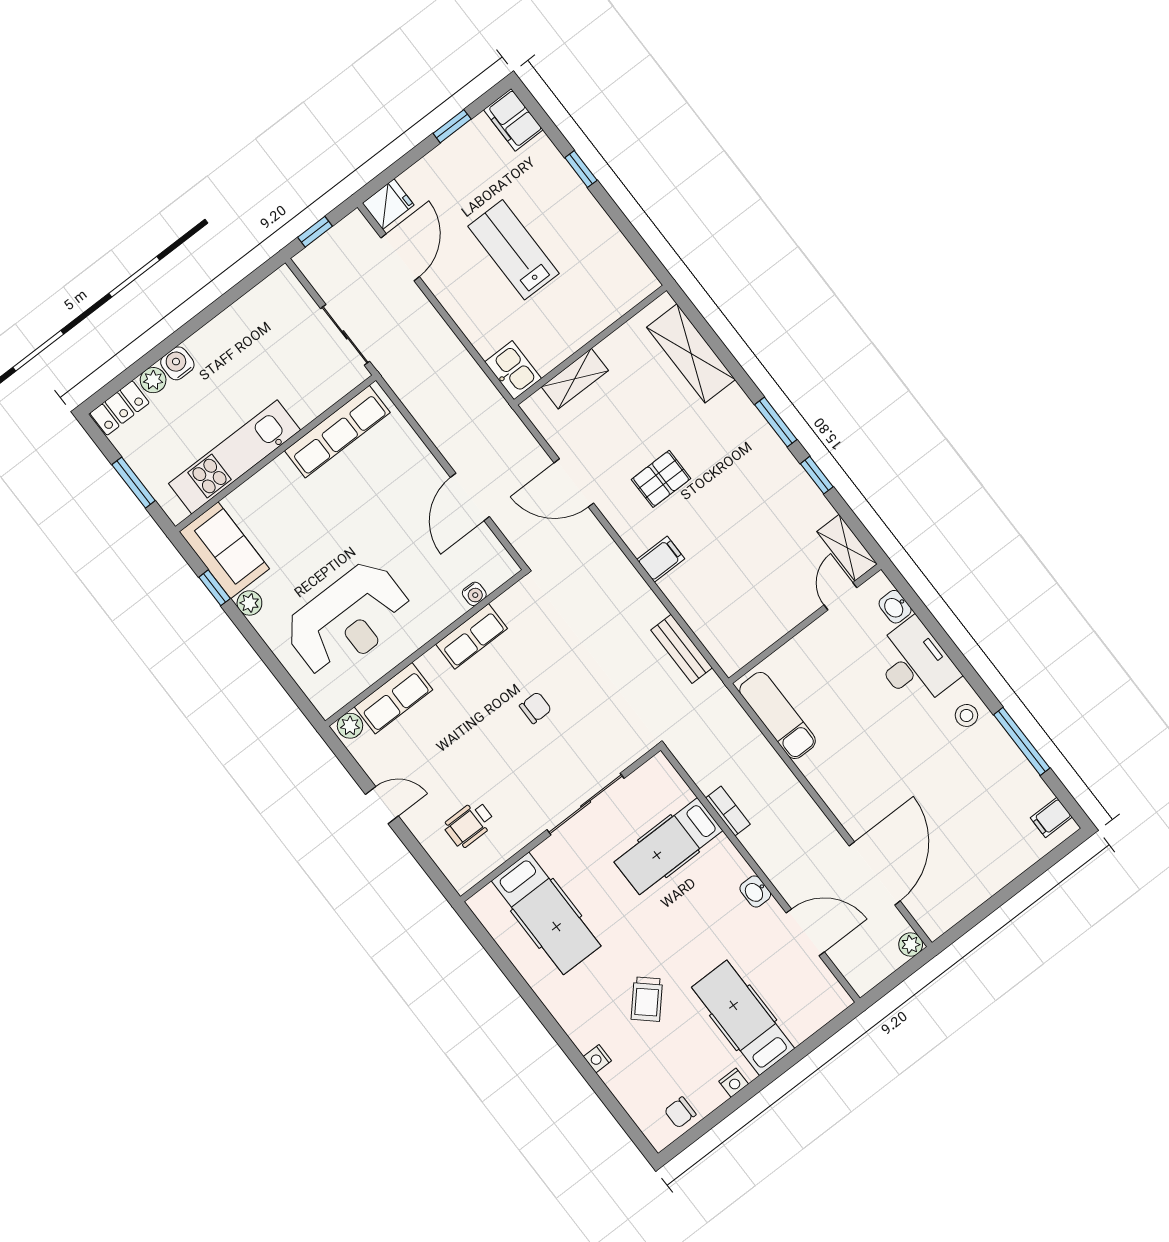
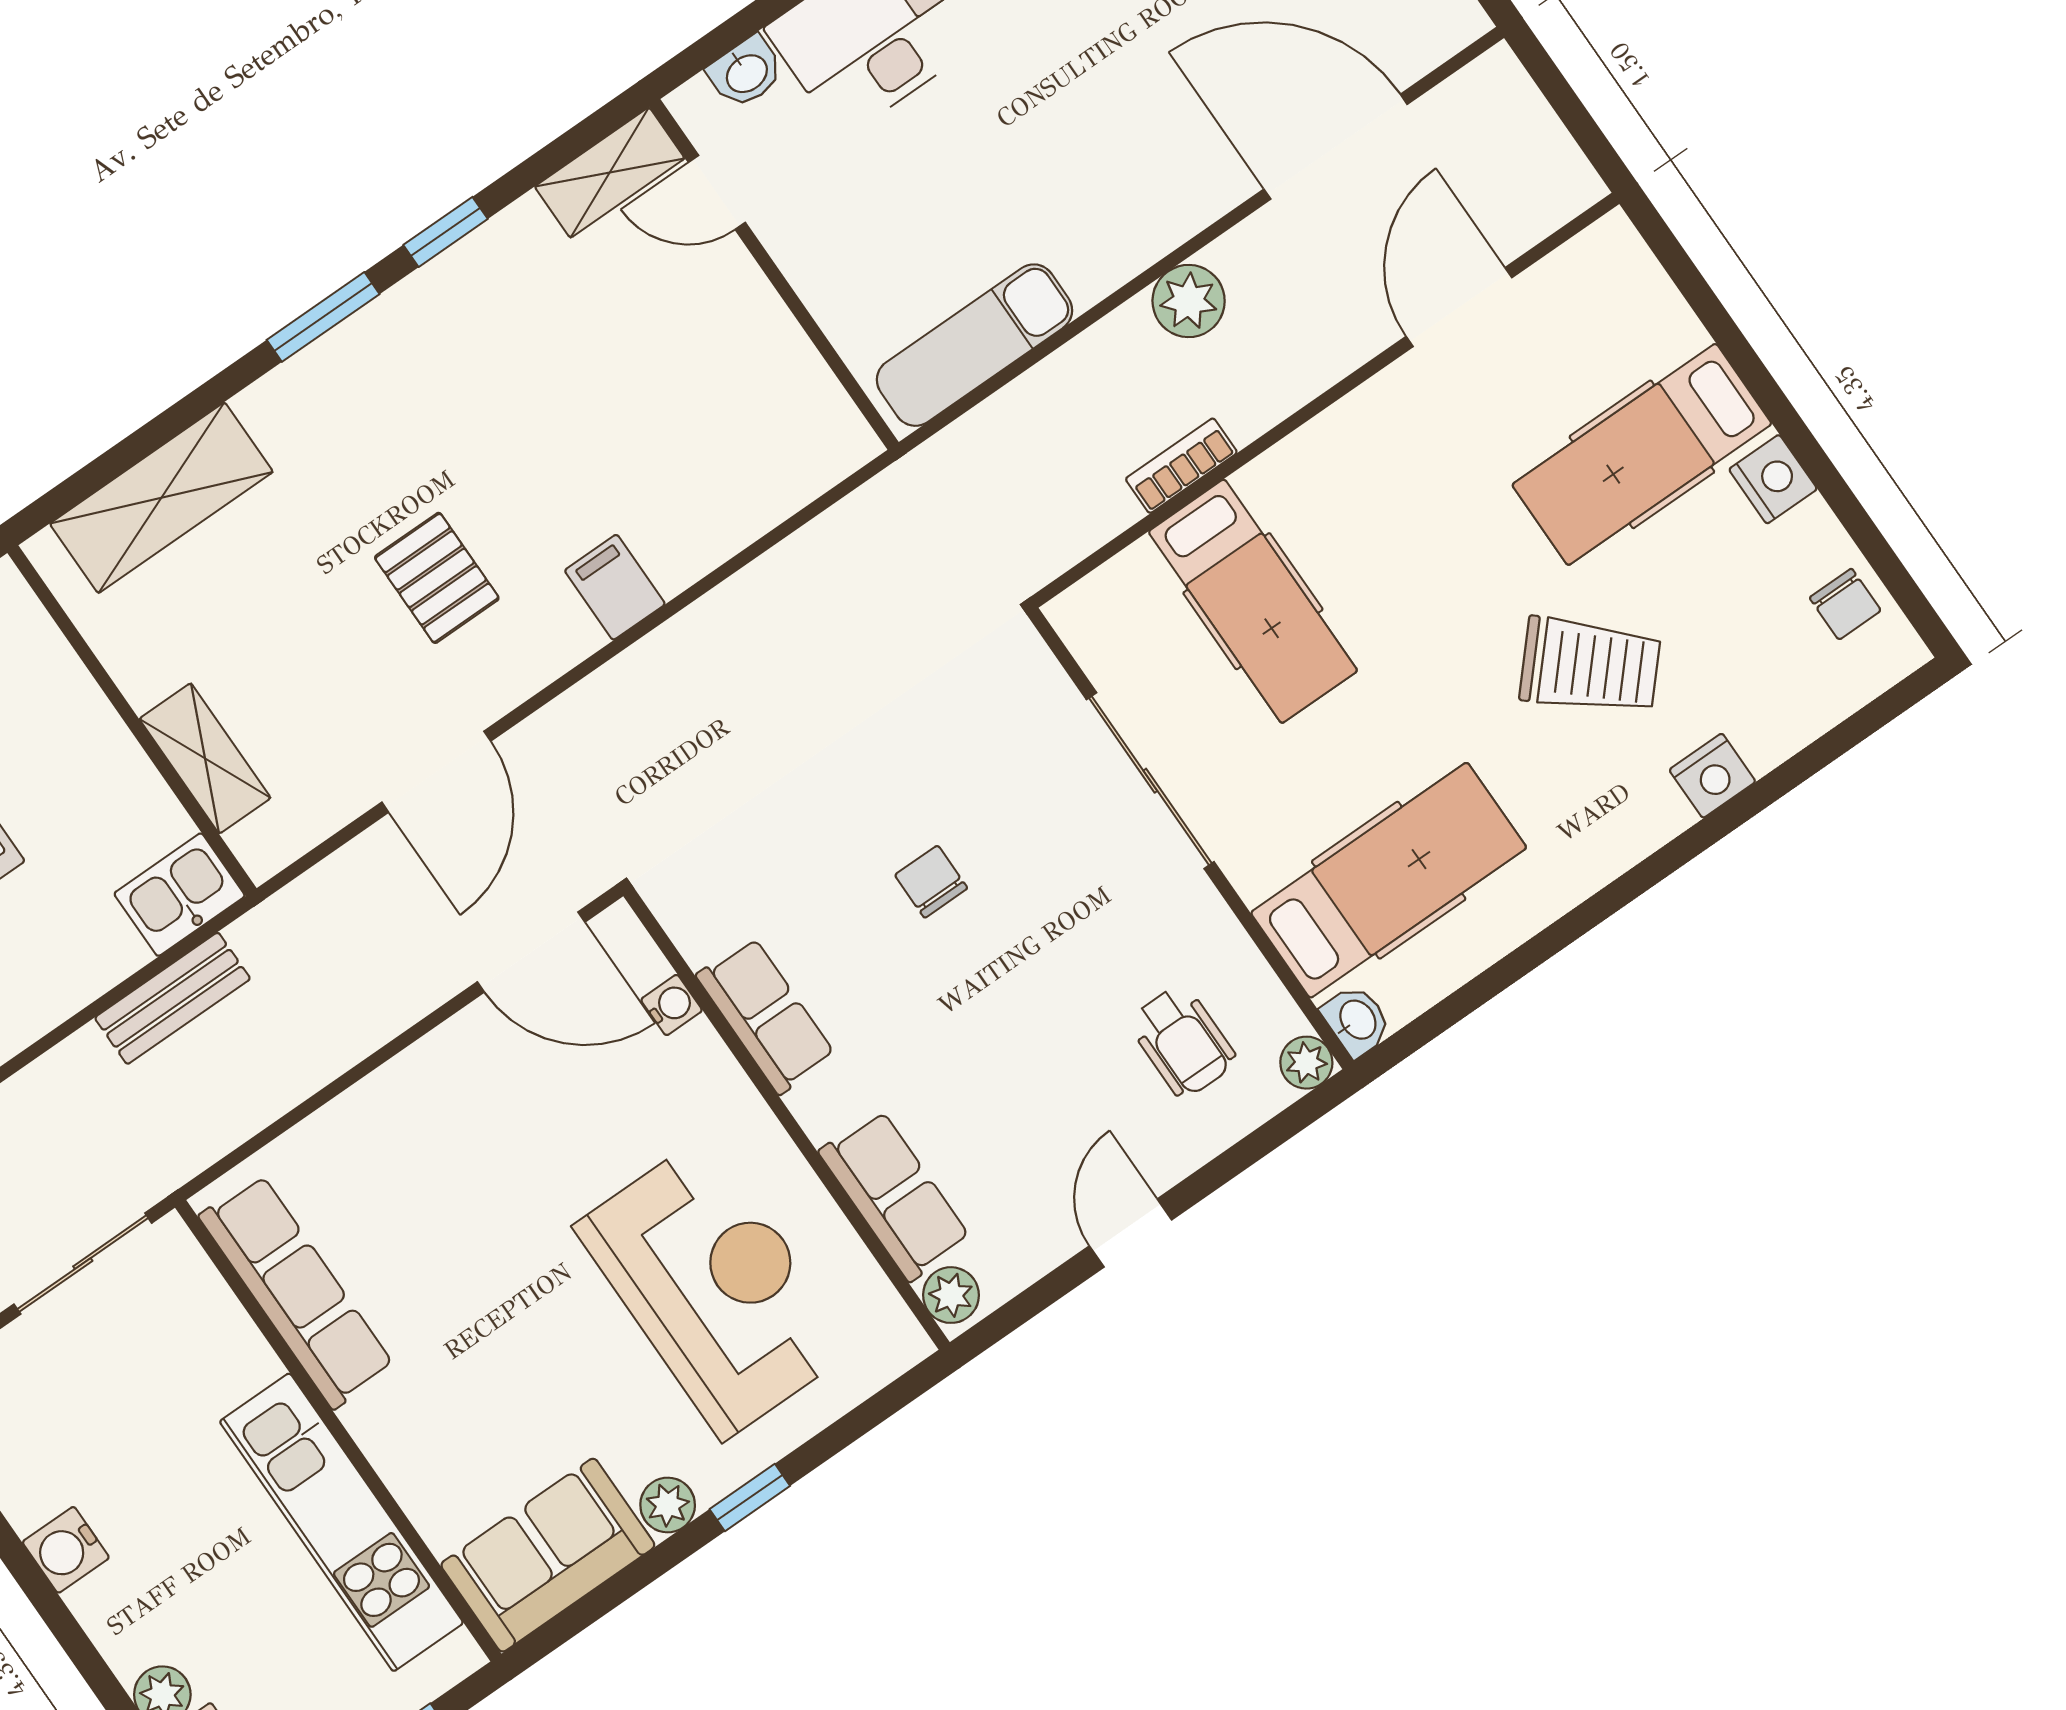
water cooler: (177, 363) -> (66, 1550), moved
door: (470, 497) -> (531, 952), moved
window: (215, 588) -> (750, 1498), moved
bench: (682, 649) -> (173, 998), moved
plant: (462, 880) -> (1306, 1063), added
washbasin: (755, 891) -> (1357, 1021), moved, turned -90
plant: (911, 945) -> (1189, 301), moved, width x1.38, depth x1.38
trolley: (647, 999) -> (1590, 666), width x1.36, depth x1.39
nightstand: (597, 1059) -> (1712, 776), width x1.39, depth x1.35
nightstand: (734, 1083) -> (1773, 479), width x1.39, depth x1.35

